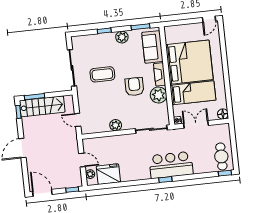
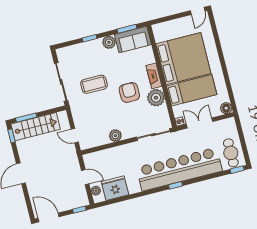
sofa: (152, 47) -> (133, 39), moved, turned -90
bar counter: (171, 165) -> (179, 169), width x1.86

